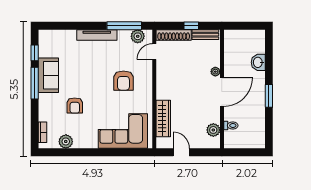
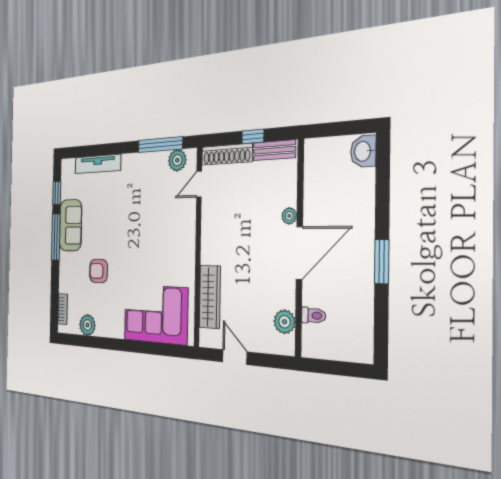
tv unit: (97, 35) -> (98, 164), moved
washbasin: (258, 62) -> (363, 151), moved
armchair: (123, 81) -> (158, 233), removed
armchair: (75, 105) -> (99, 271), turned 90

